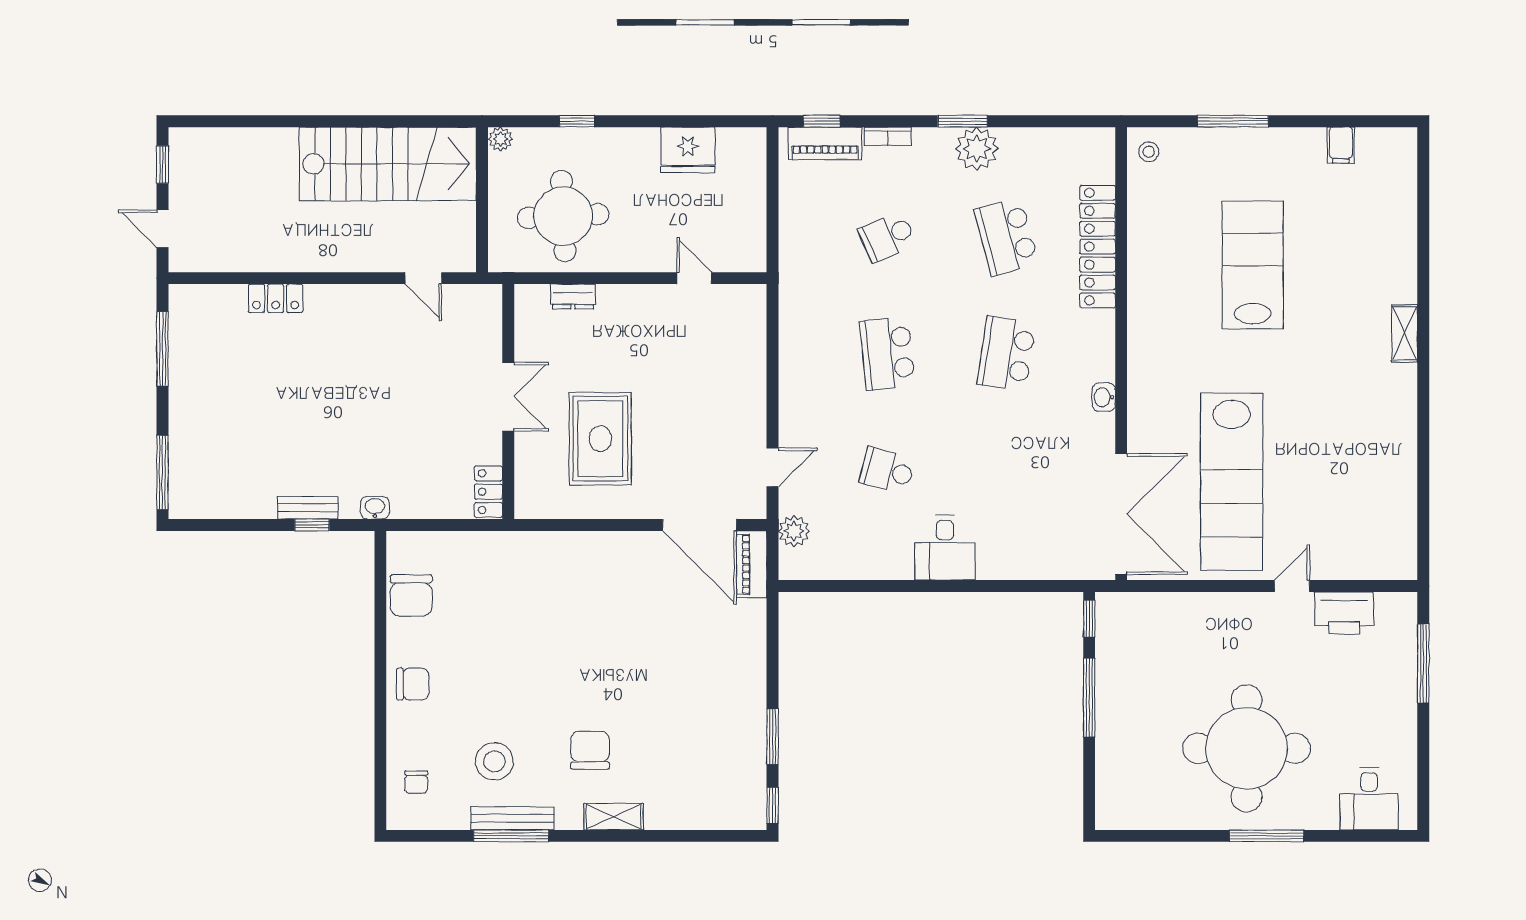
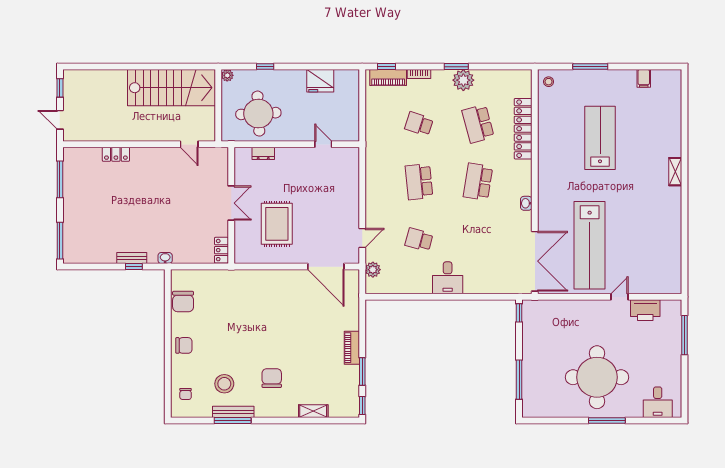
school desk: (887, 237) -> (419, 124), turned 42
piano: (752, 564) -> (352, 348), moved
window: (1089, 698) -> (519, 380), moved
shelving: (614, 817) -> (313, 411), moved

